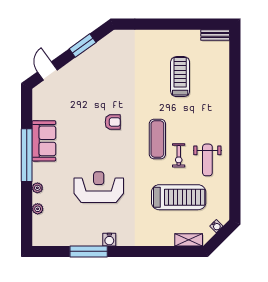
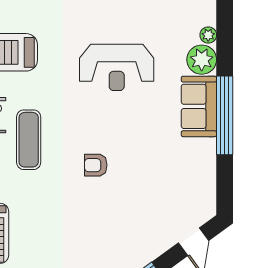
sofa: (44, 141) -> (199, 106), moved
plant: (37, 188) -> (202, 60), width x1.88, depth x1.88

